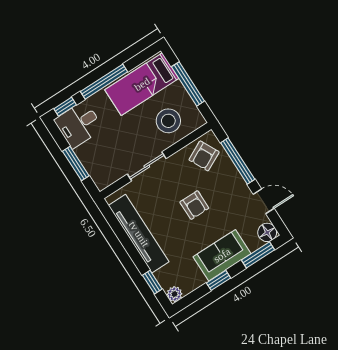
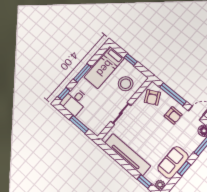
window: (104, 82) -> (82, 73), width x0.69
window: (188, 84) -> (131, 60), width x0.46
armchair: (194, 205) -> (173, 115), moved
sofa: (222, 255) -> (173, 162), moved

